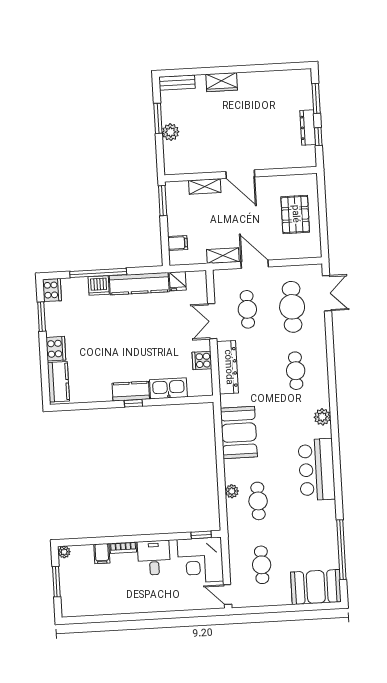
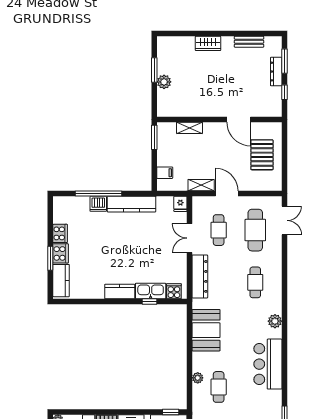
bench: (177, 83) -> (249, 42), moved
dresser: (308, 128) -> (276, 72), moved
door: (240, 174) -> (239, 119), moved
fridge: (178, 281) -> (180, 204), moved
cooker: (52, 290) -> (60, 233), moved
window: (42, 317) -> (50, 258), moved
cooker: (202, 360) -> (174, 291), moved, turned 90
window: (133, 403) -> (149, 301), moved

